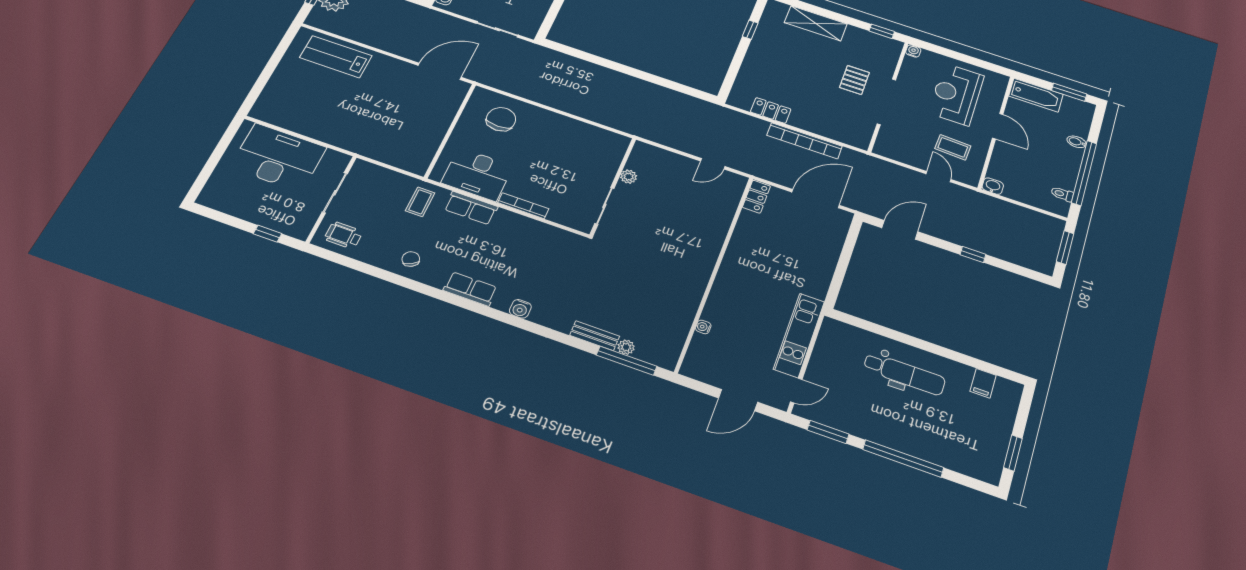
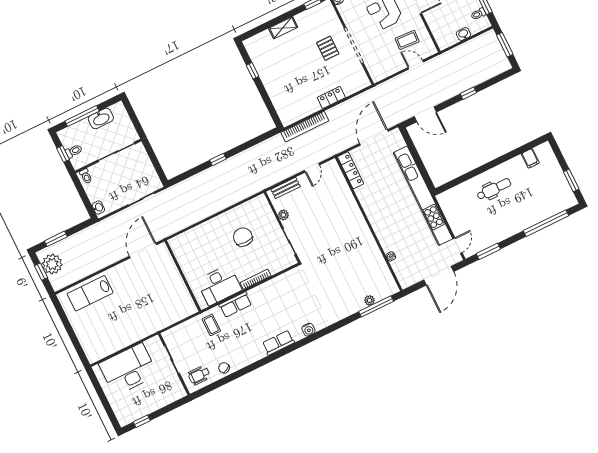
shelving: (816, 23) -> (283, 28), width x0.67, depth x0.75
window: (620, 68) -> (218, 159), added
locker: (771, 110) -> (331, 97), moved
chair: (501, 119) -> (243, 237), moved
bookcase: (804, 141) -> (305, 127), moved
washbasin: (993, 186) -> (463, 34), moved
locker: (756, 197) -> (351, 170), width x1.53
door: (900, 230) -> (425, 114), swing flipped
window: (267, 234) -> (142, 421), moved
chair: (411, 259) -> (224, 368), moved
kitchen unit: (799, 335) -> (423, 196), width x1.86
bench: (595, 336) -> (286, 188), moved
dental chair: (904, 374) -> (494, 189), width x0.73, depth x0.72
door: (738, 400) -> (439, 276), width x1.36
window: (903, 459) -> (546, 223), moved

